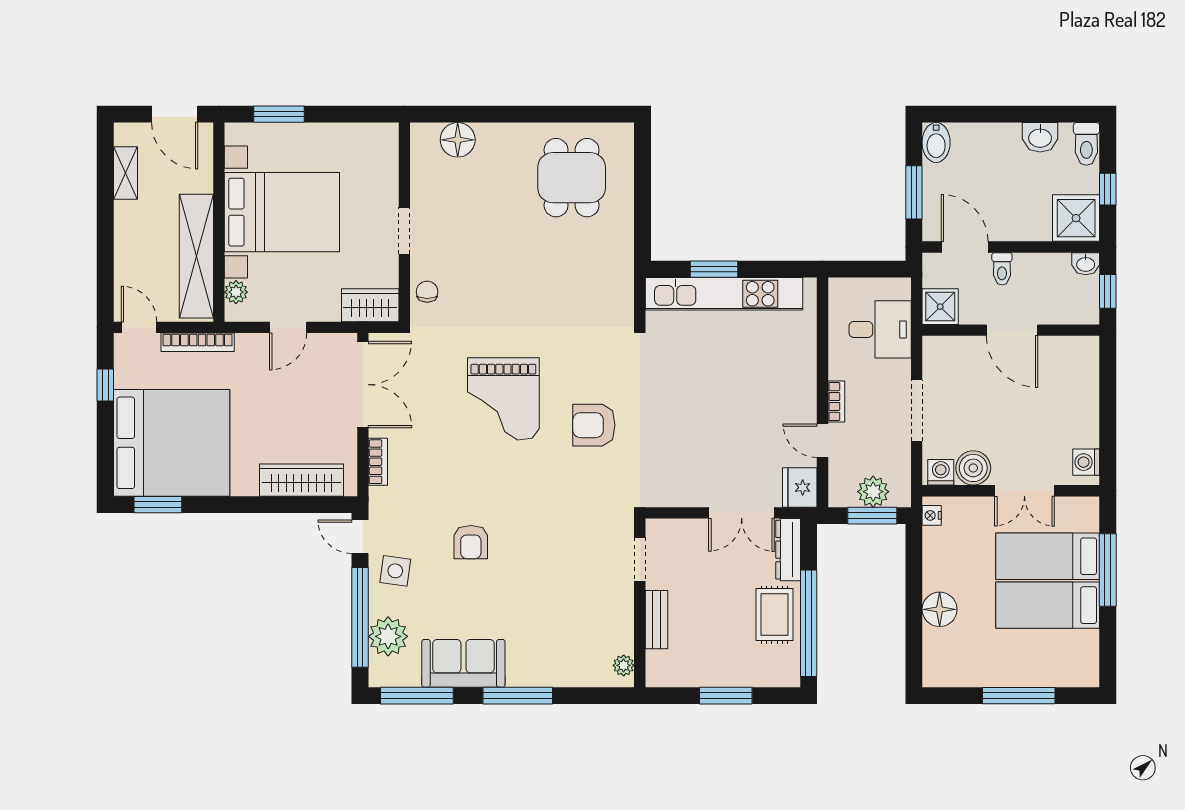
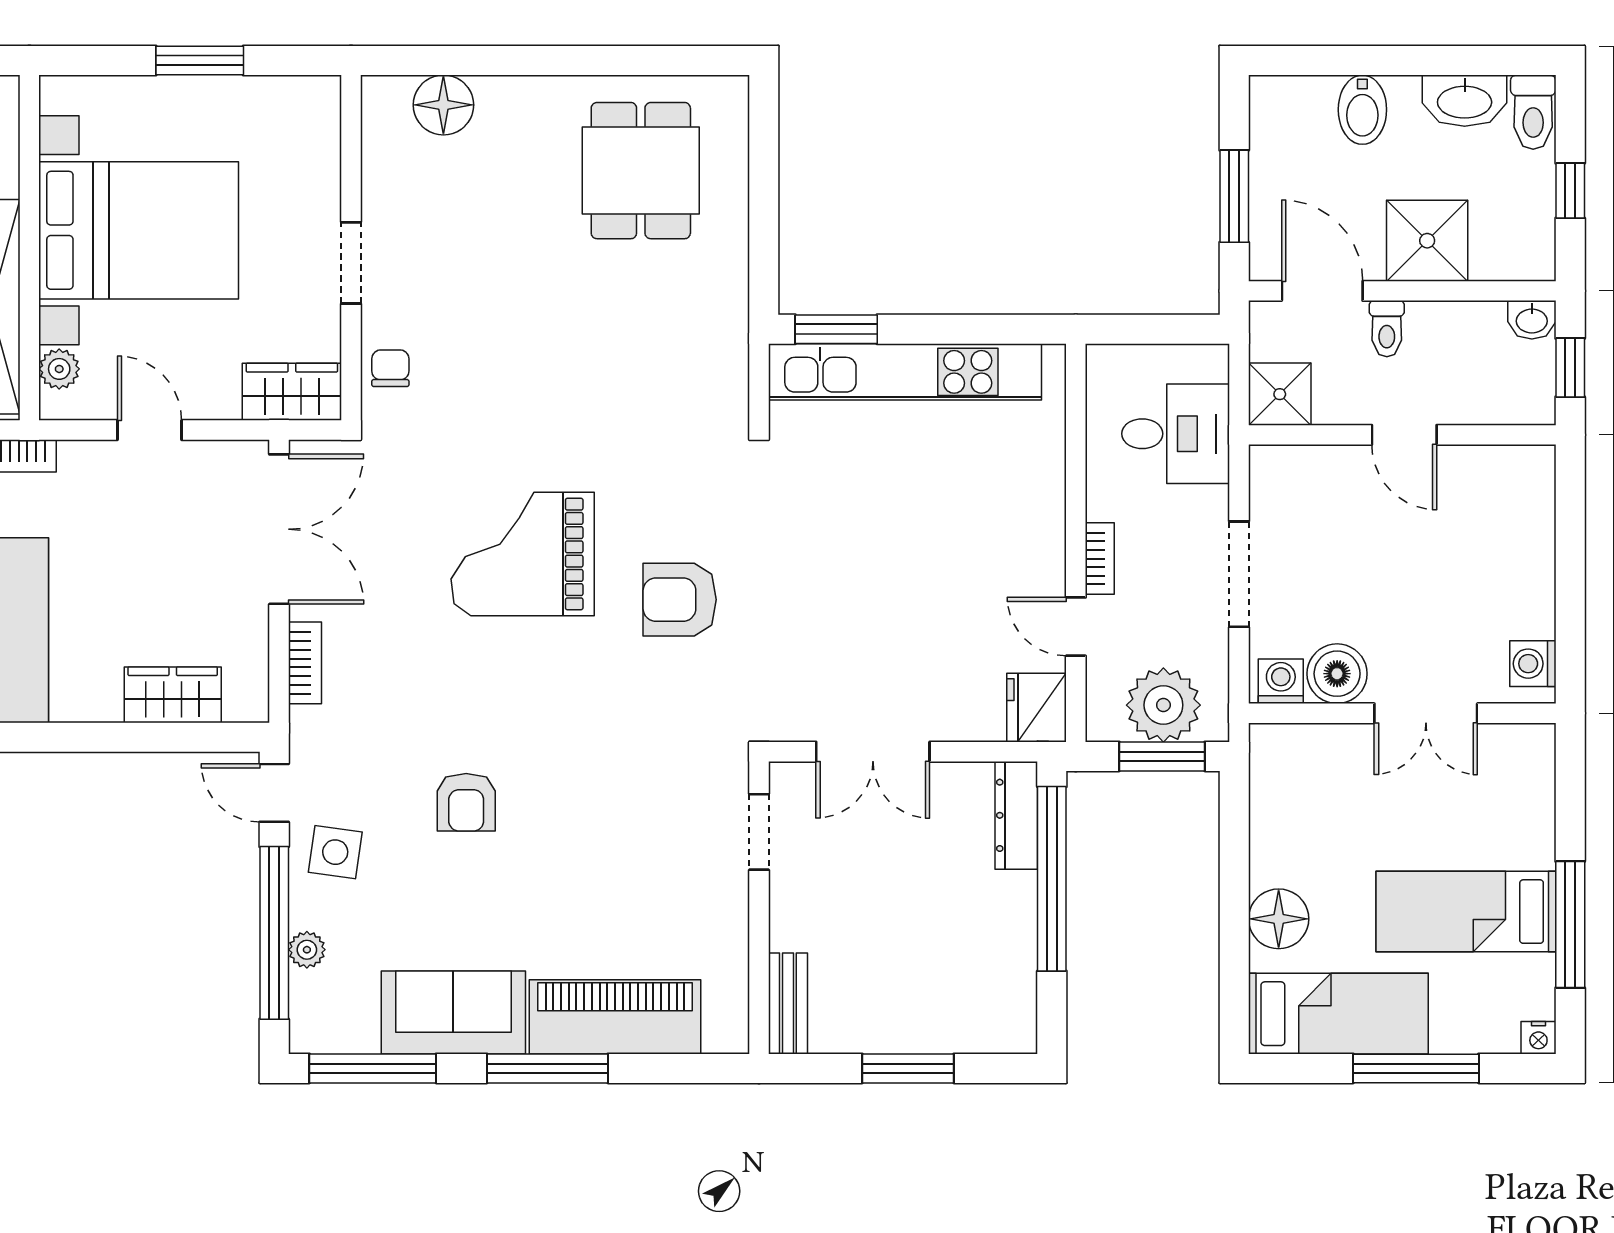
window: (279, 114) -> (200, 60), moved
washbasin: (1040, 137) -> (1465, 101), width x1.38
bidet: (936, 142) -> (1362, 110), moved
shower: (1076, 218) -> (1427, 241), moved
window: (714, 269) -> (836, 329), moved
door: (288, 327) -> (149, 430), swing flipped
door: (1012, 330) -> (1404, 435), width x0.73
grand piano: (503, 399) -> (523, 554), turned 90
wardrobe: (301, 480) -> (173, 695), width x0.67
plant: (873, 492) -> (1163, 705), width x1.36, depth x1.36
double door: (742, 513) -> (873, 752), moved
nightstand: (932, 515) -> (1538, 1038), moved, turned -90
bed: (1048, 556) -> (1338, 1014), moved, turned 180
window: (1108, 570) -> (1570, 925), moved
rug: (775, 615) -> (993, 928), removed
bench: (656, 620) -> (788, 1003), moved
window: (809, 623) -> (1052, 879), moved
plant: (388, 636) -> (307, 950), width x0.53, depth x0.53
plant: (624, 665) -> (731, 1016), removed
piano: (557, 666) -> (615, 1017), added

